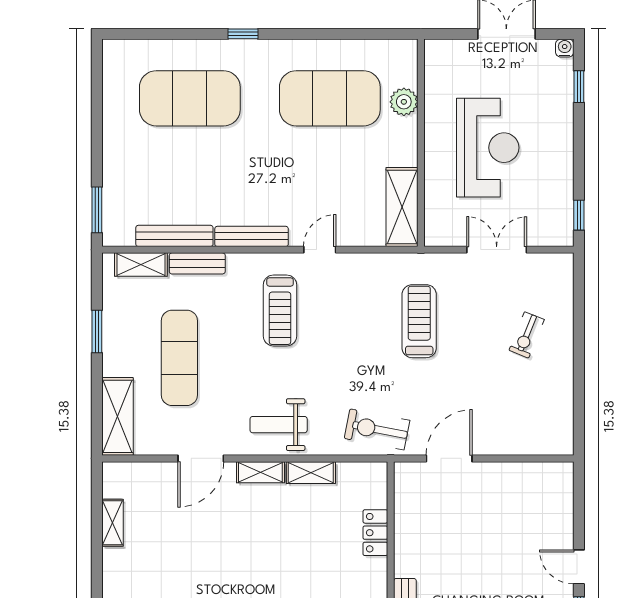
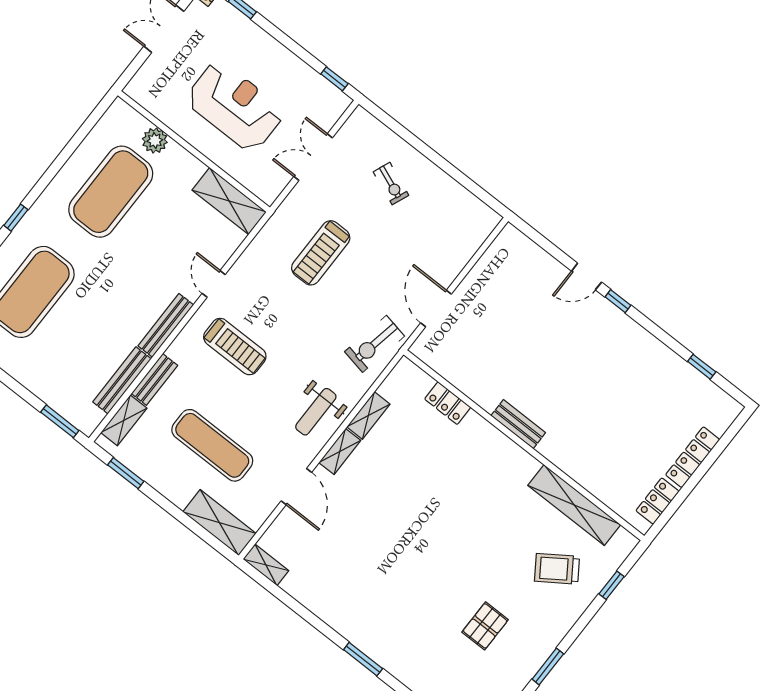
treadmill: (419, 321) -> (321, 253), turned -90
window: (97, 331) -> (126, 473), moved
shelving: (113, 523) -> (266, 565), moved

